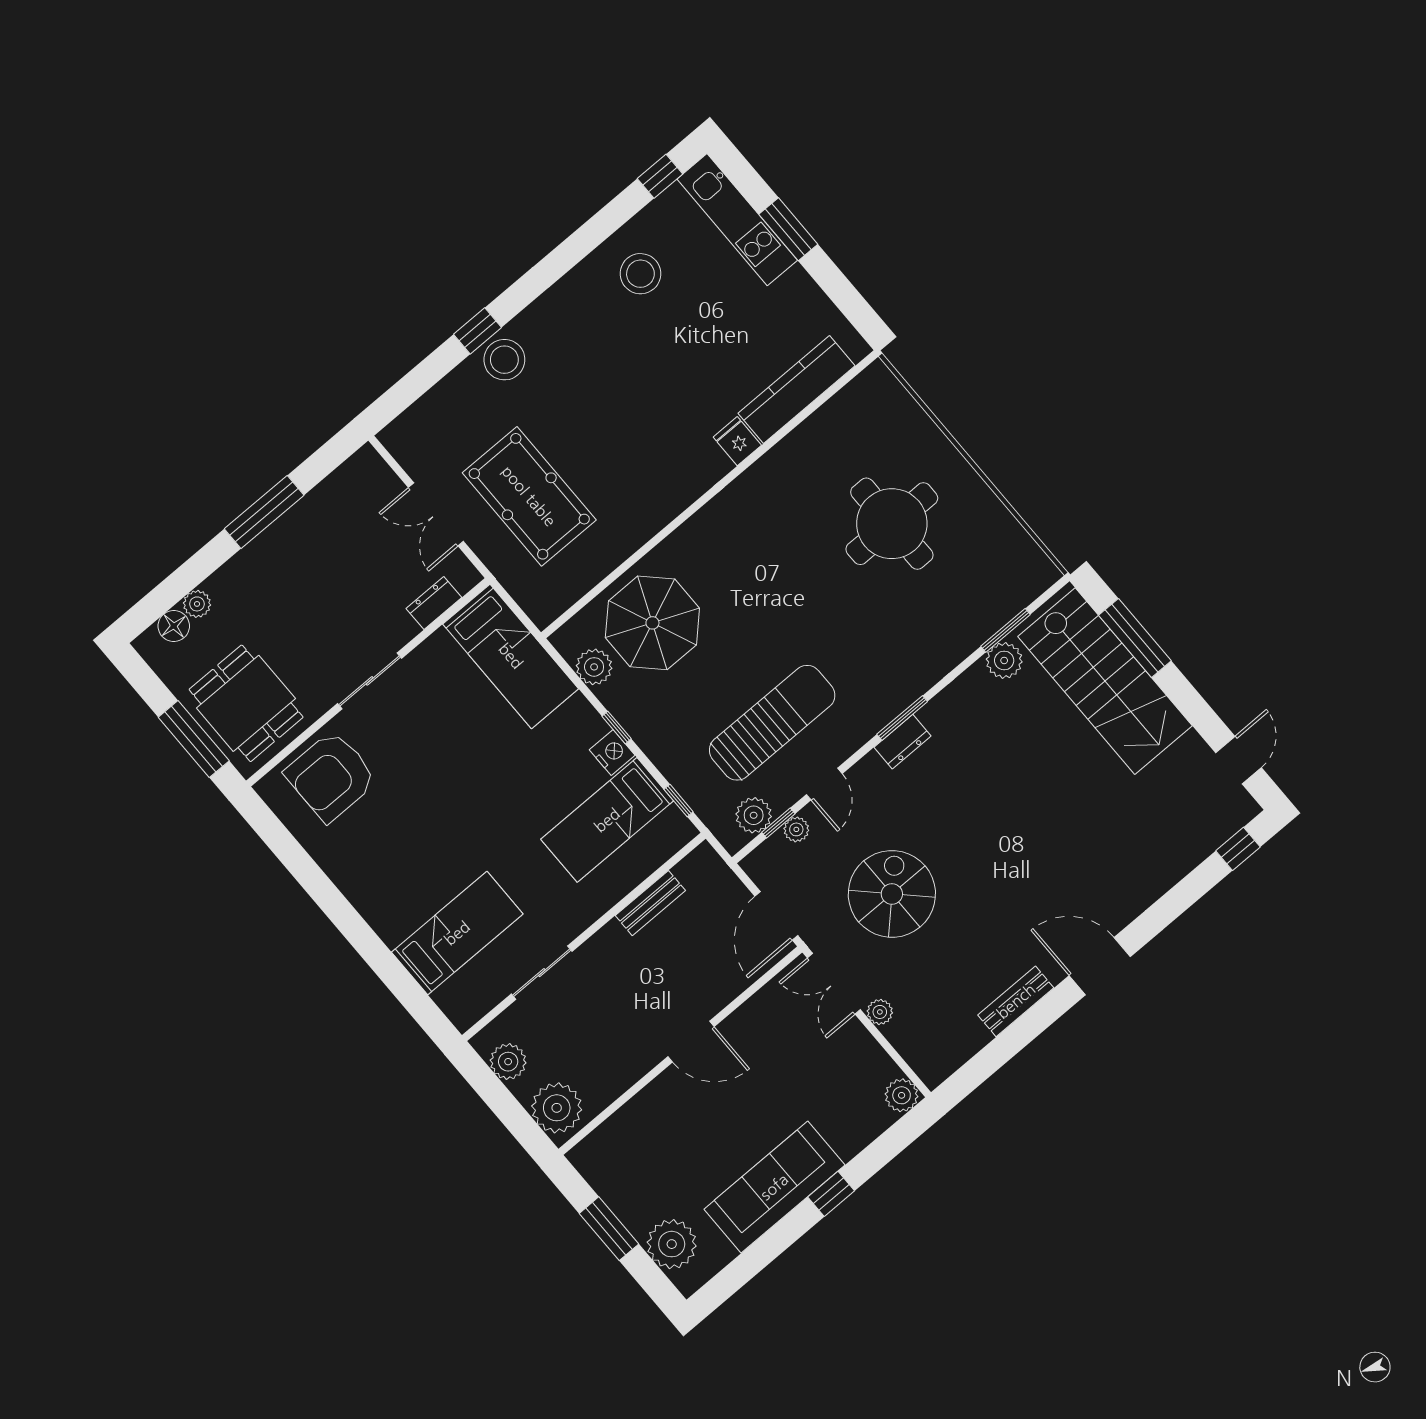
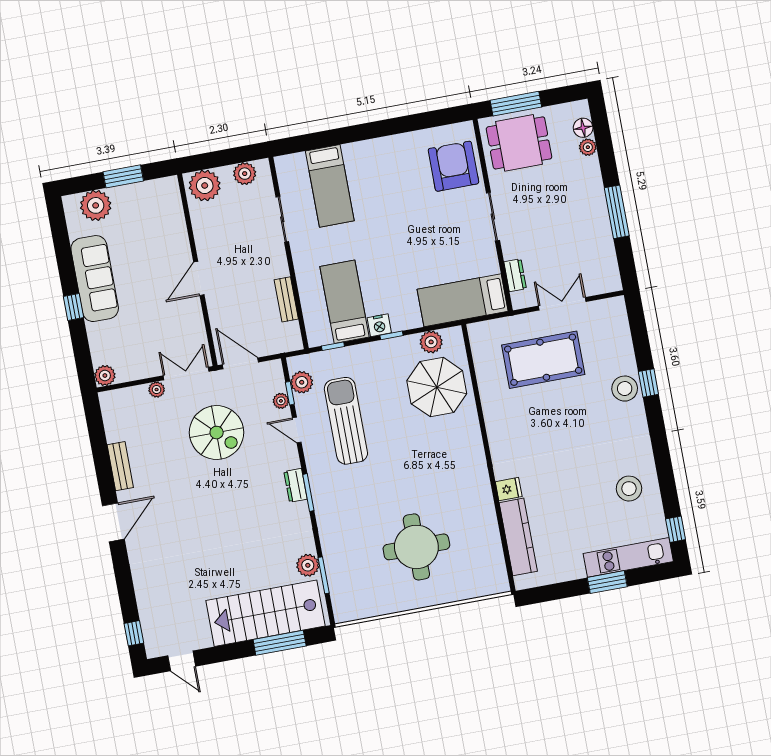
sun lounger: (772, 723) -> (346, 421), turned 180

